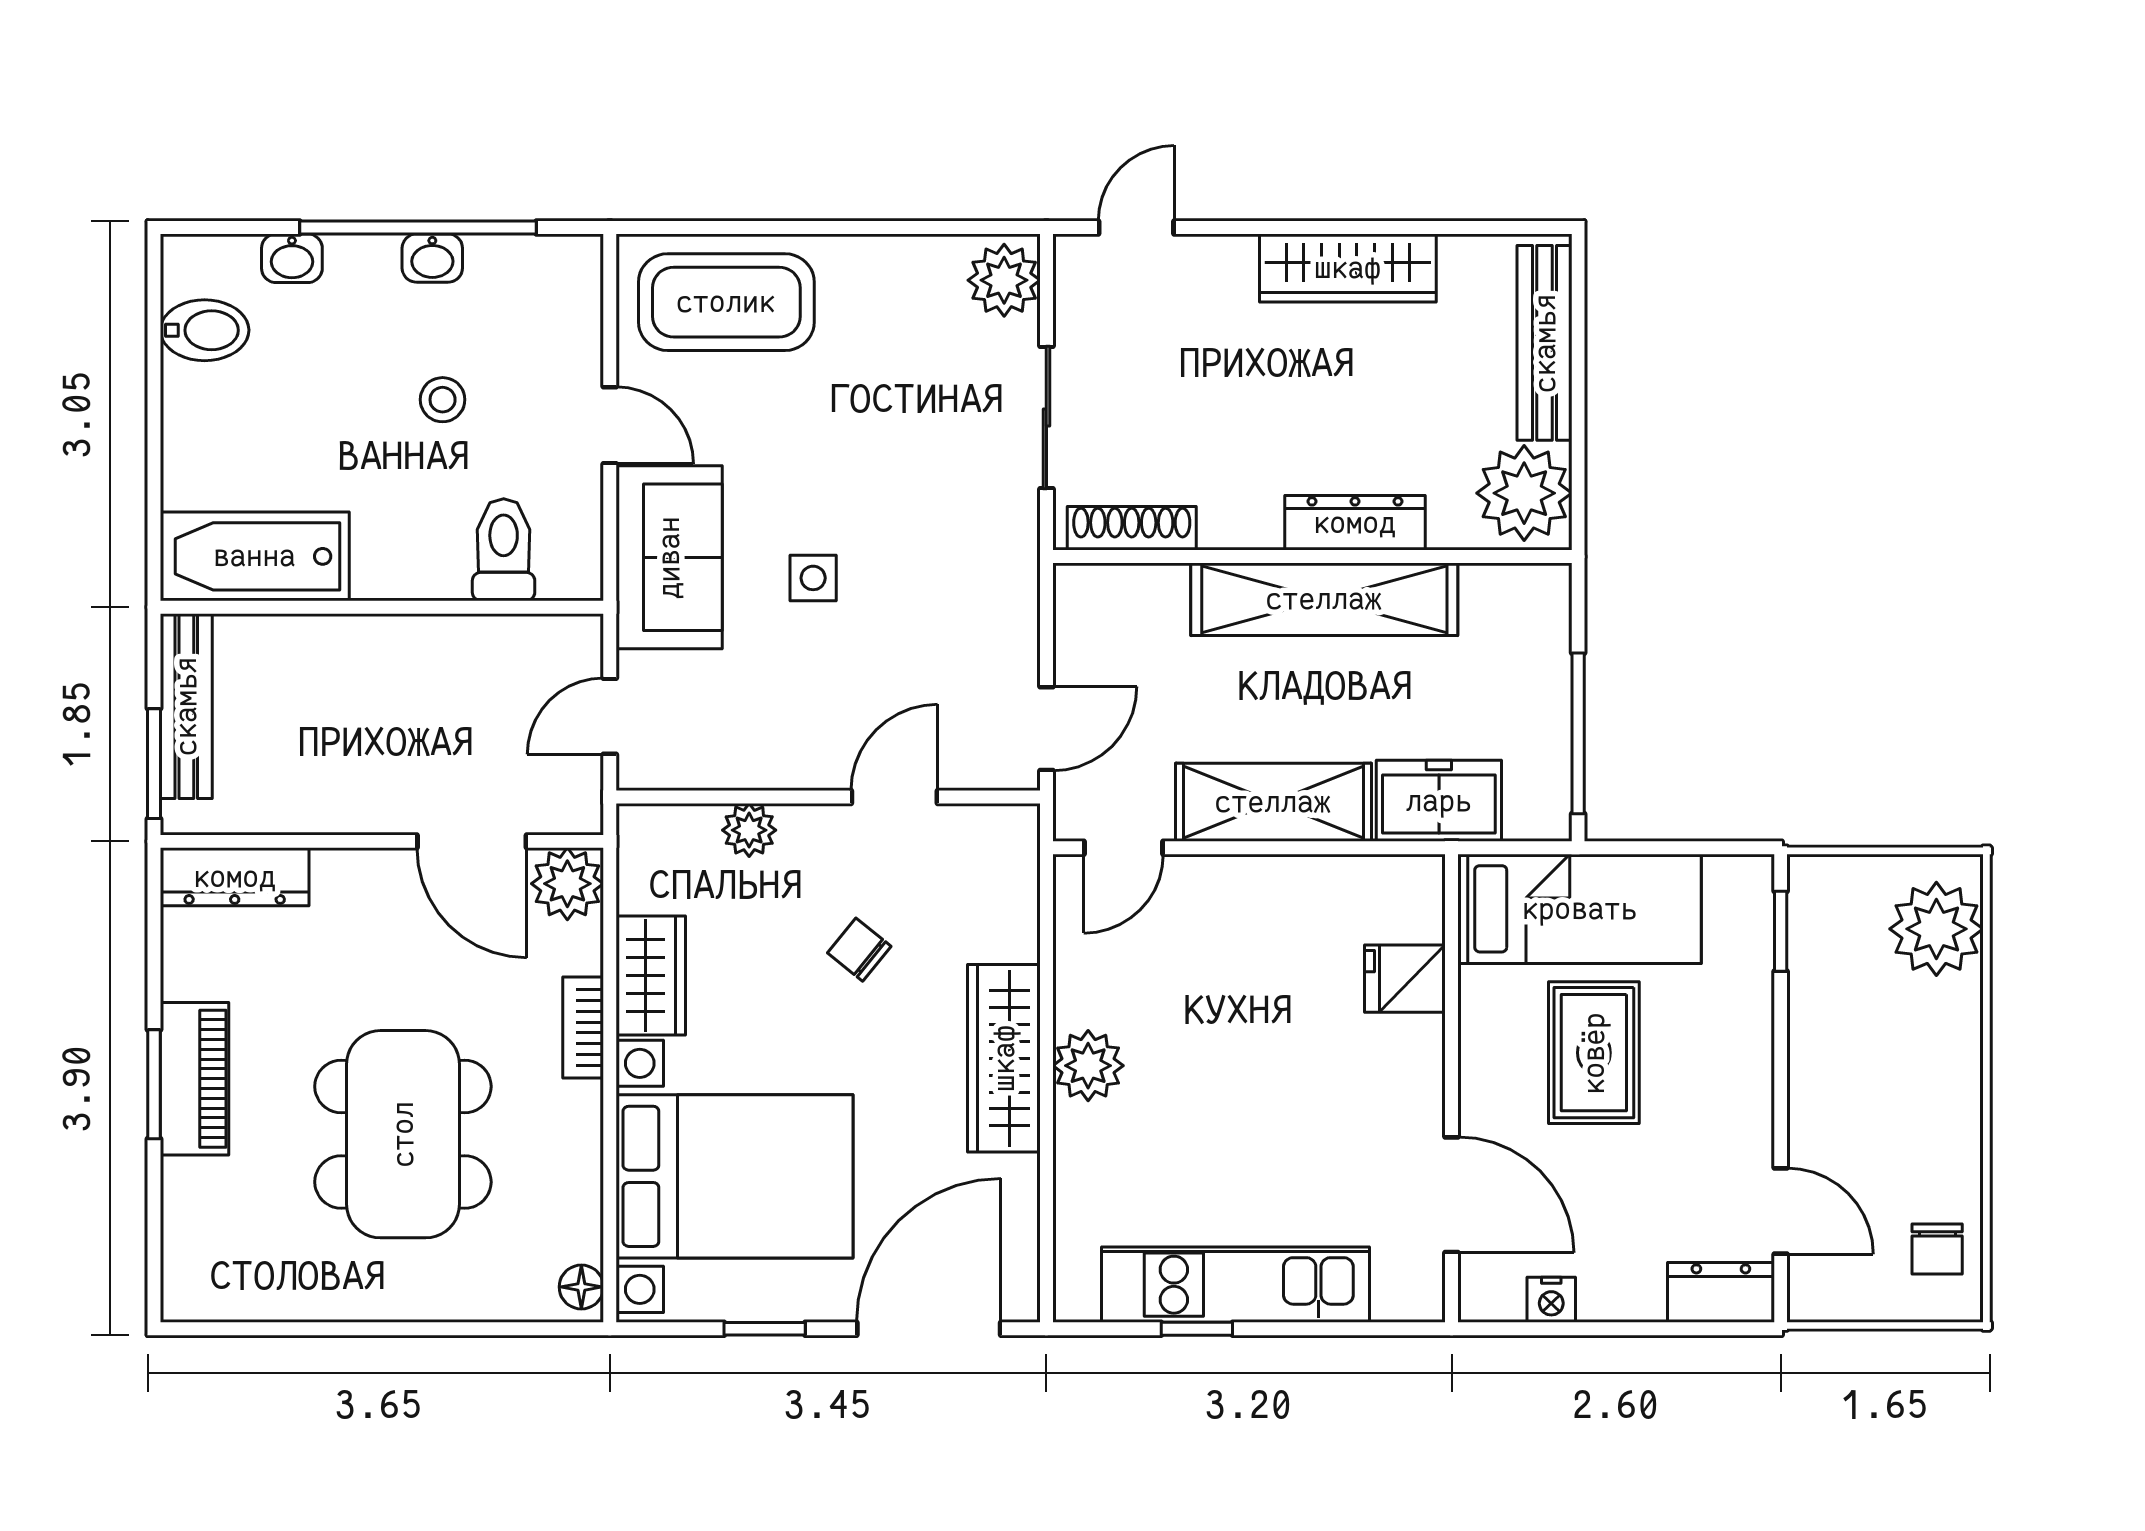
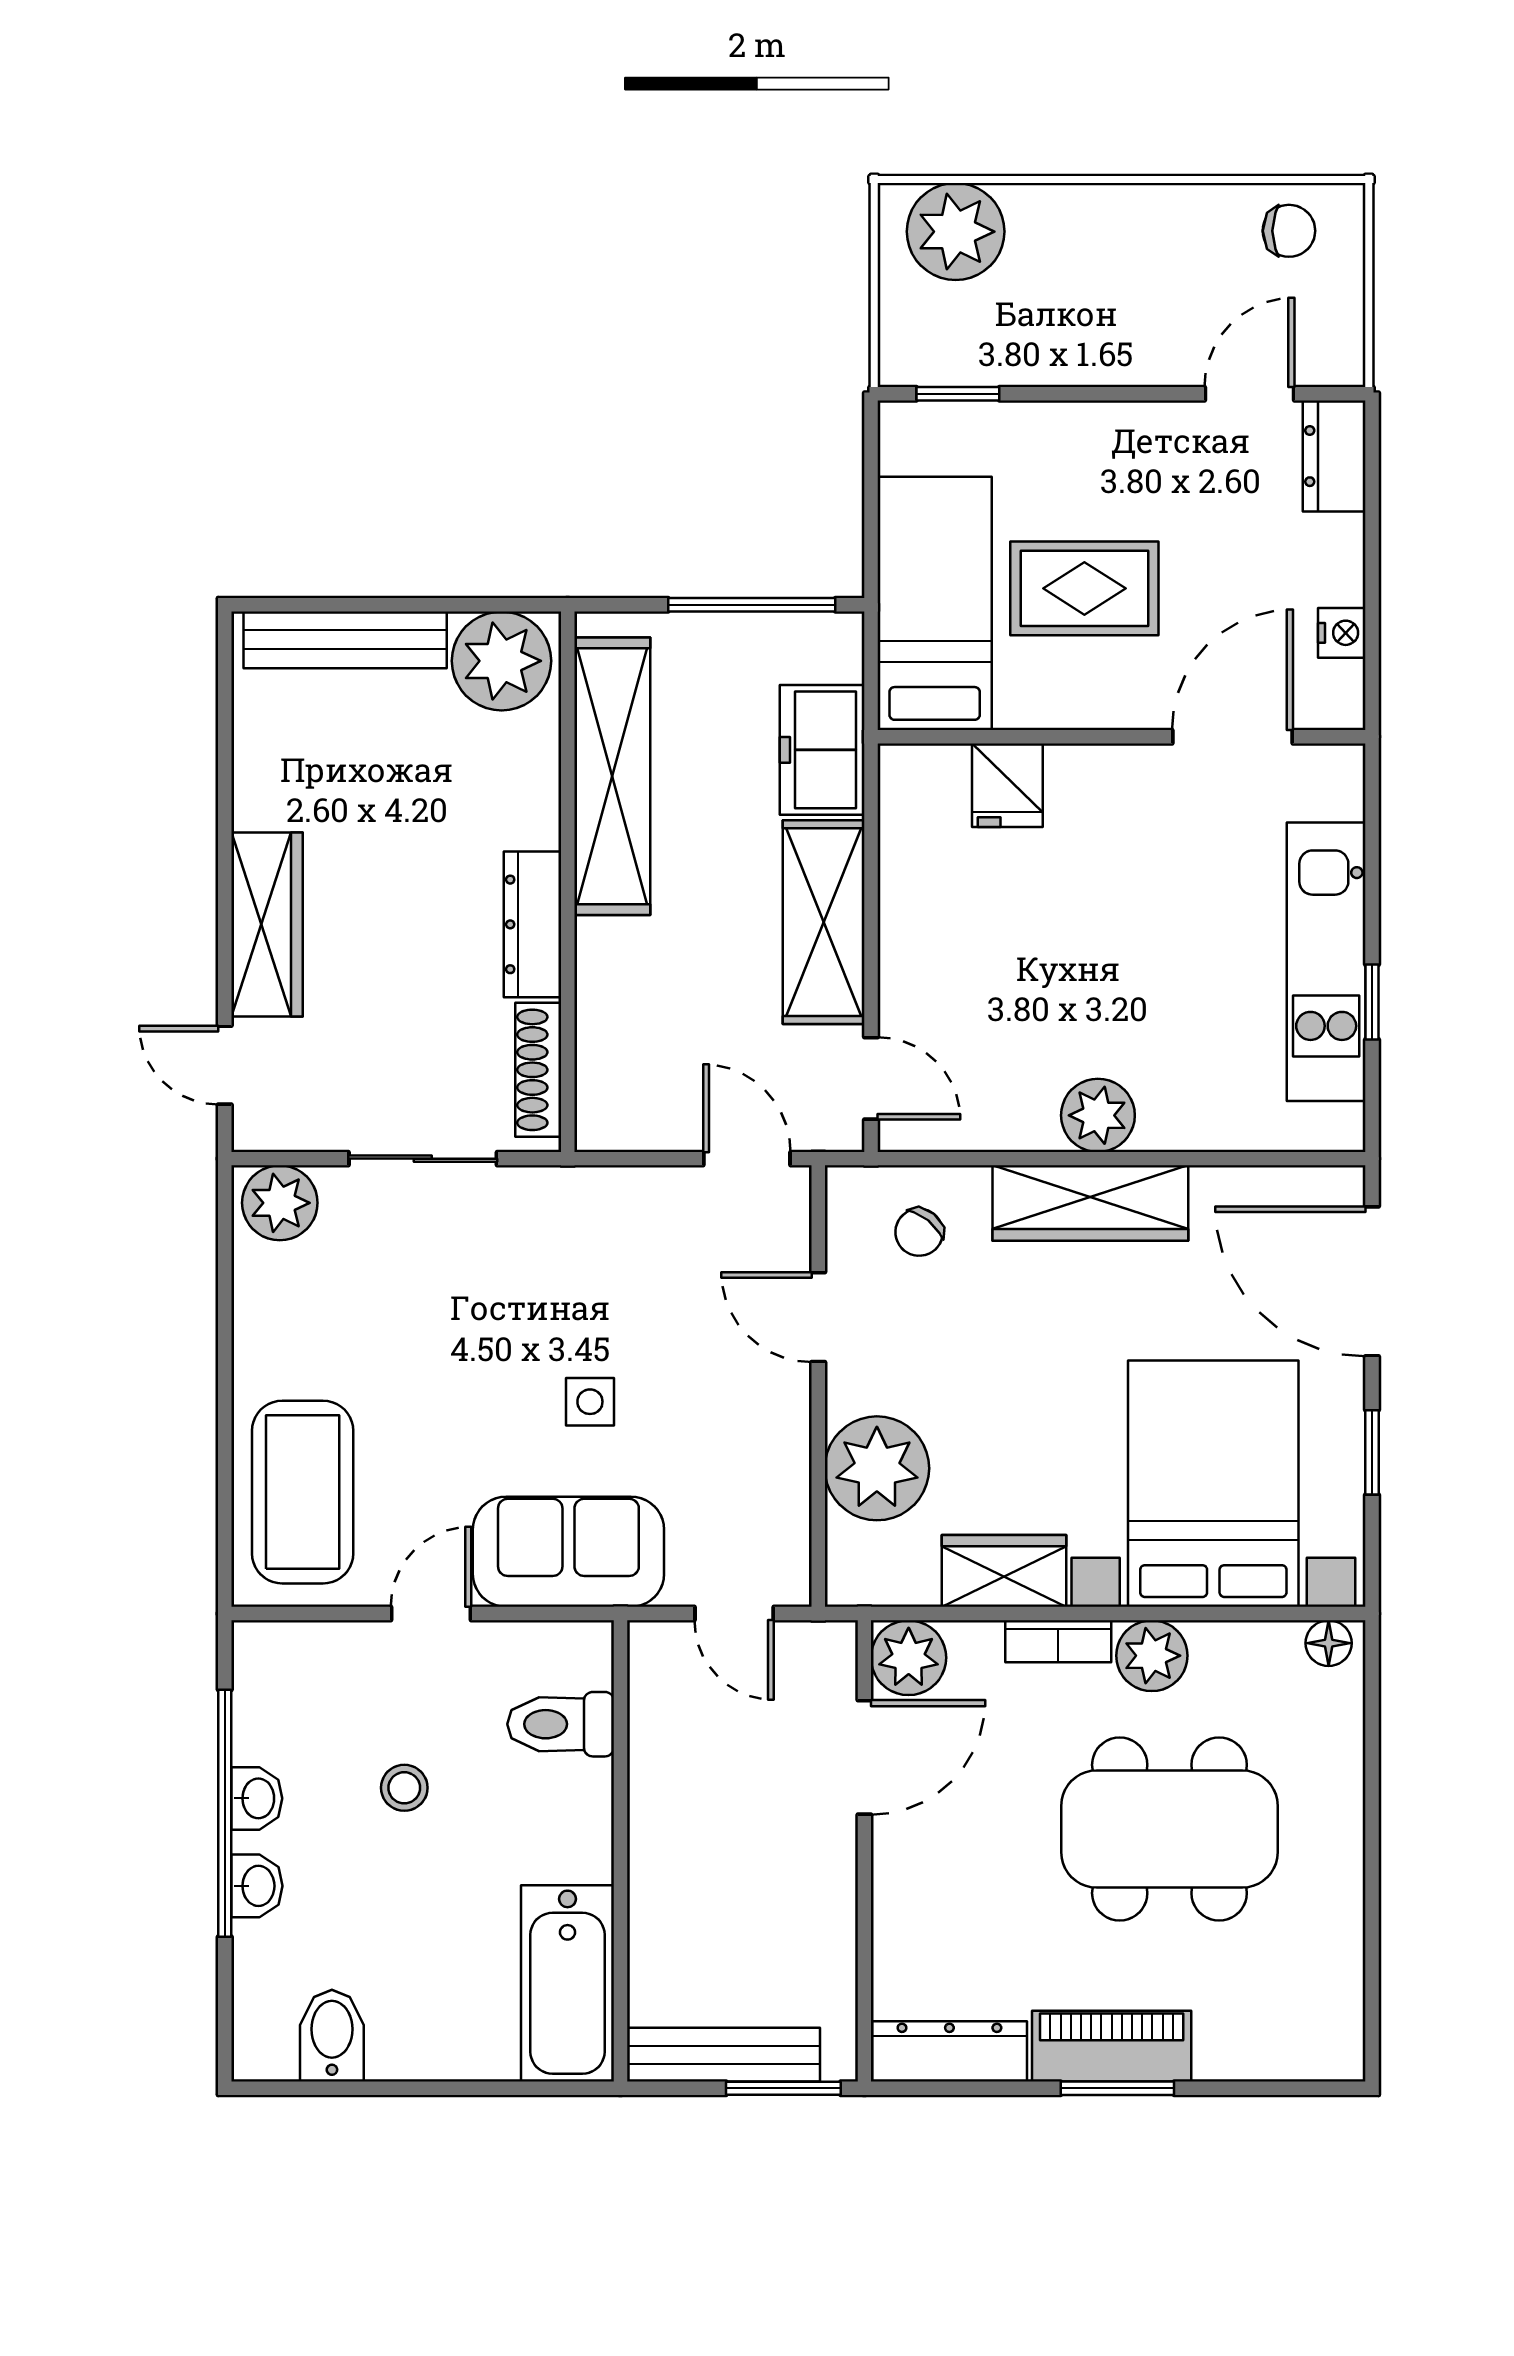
washbasin: (292, 258) -> (257, 1886), moved
wardrobe: (1348, 268) -> (267, 925), moved
dresser: (1355, 523) -> (532, 924), moved
shelving: (1324, 599) -> (612, 776), moved
plant: (749, 830) -> (877, 1468), width x1.87, depth x1.87
dresser: (235, 877) -> (949, 2051), moved, turned -90
chair: (859, 950) -> (919, 1232), moved
plant: (569, 1117) -> (1152, 1656), added

